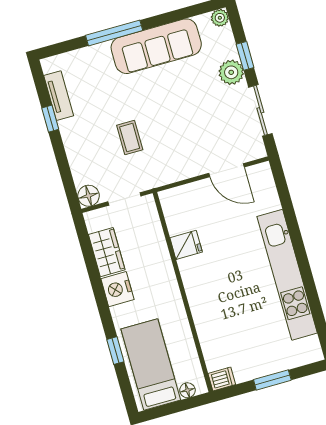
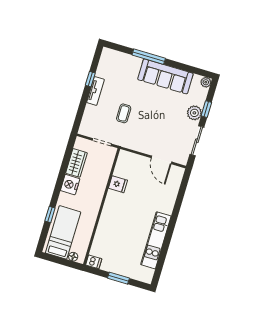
tv unit: (59, 96) -> (95, 91), moved
floor lamp: (89, 196) -> (85, 129), removed
kitchen unit: (287, 275) -> (156, 240), width x0.73

